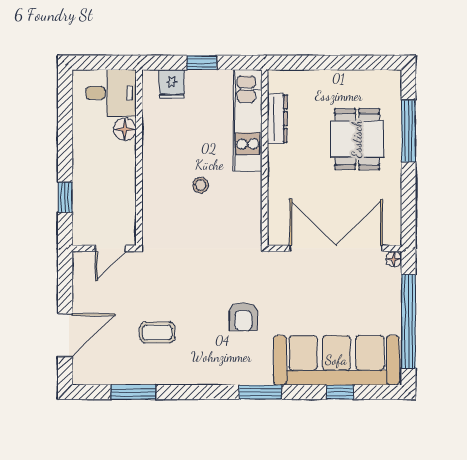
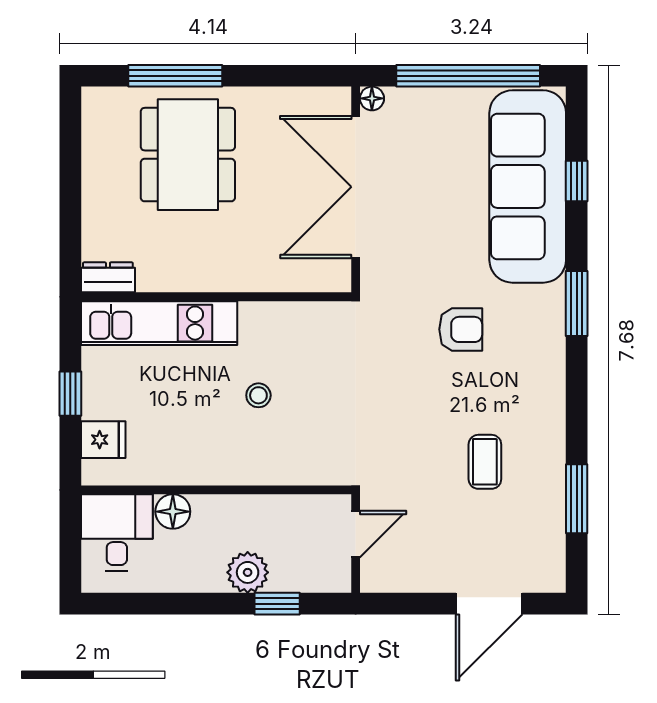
dresser: (277, 119) -> (108, 277), moved, width x0.70
dining table: (357, 139) -> (188, 155), width x1.38
plant: (85, 178) -> (248, 572), added
door: (110, 248) -> (356, 534), hinge flipped
door: (65, 335) -> (489, 604), swing flipped

